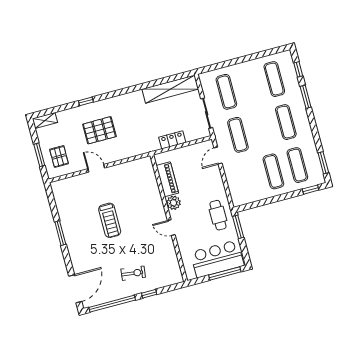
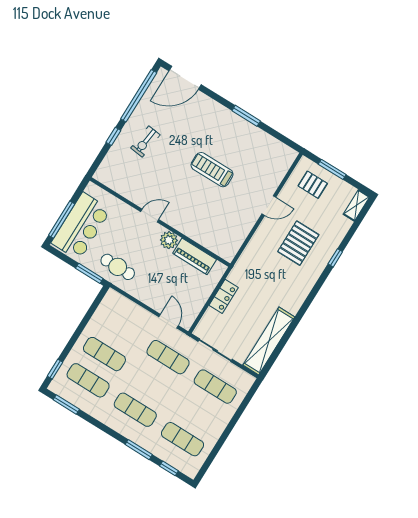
door: (75, 289) -> (185, 78), hinge flipped

